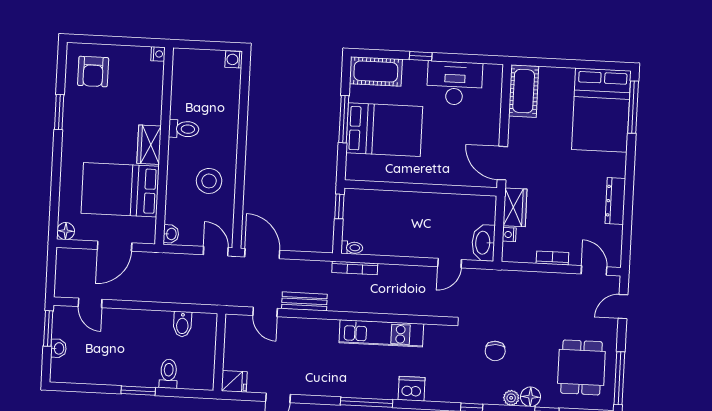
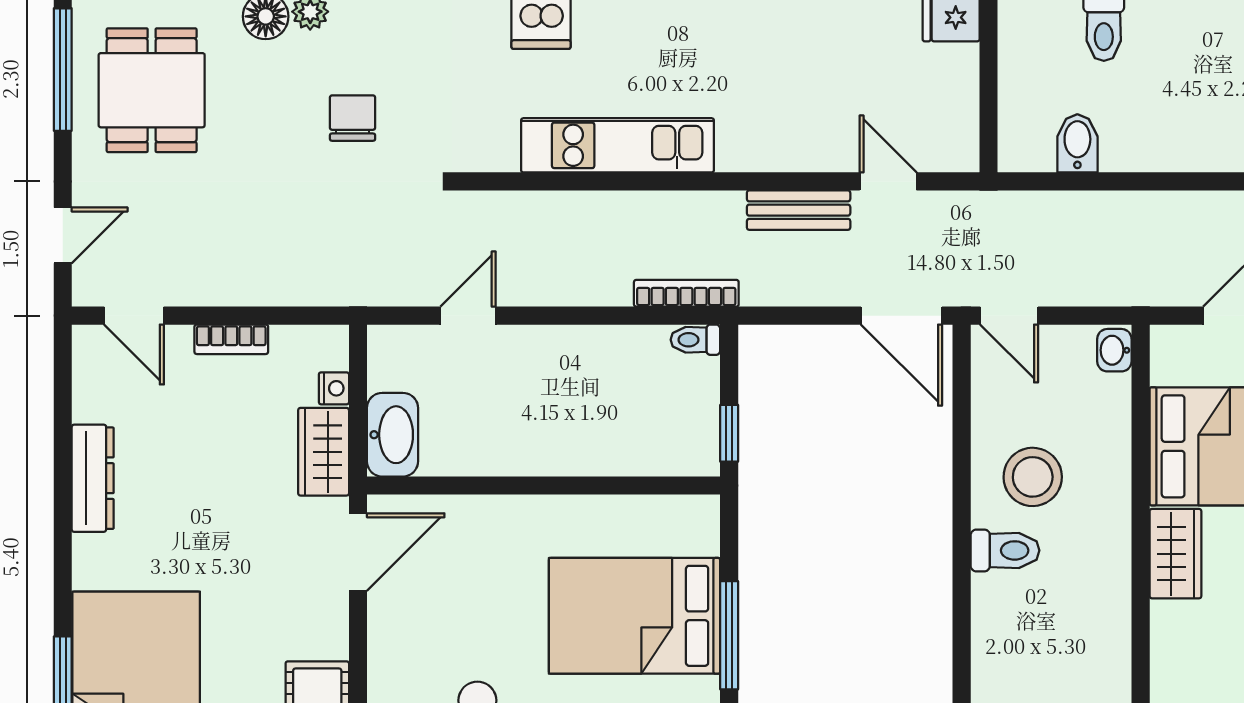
toilet: (184, 129) -> (1005, 550), moved, turned 180
door: (502, 163) -> (358, 552), hinge flipped
washbasin: (483, 243) -> (392, 435), moved

